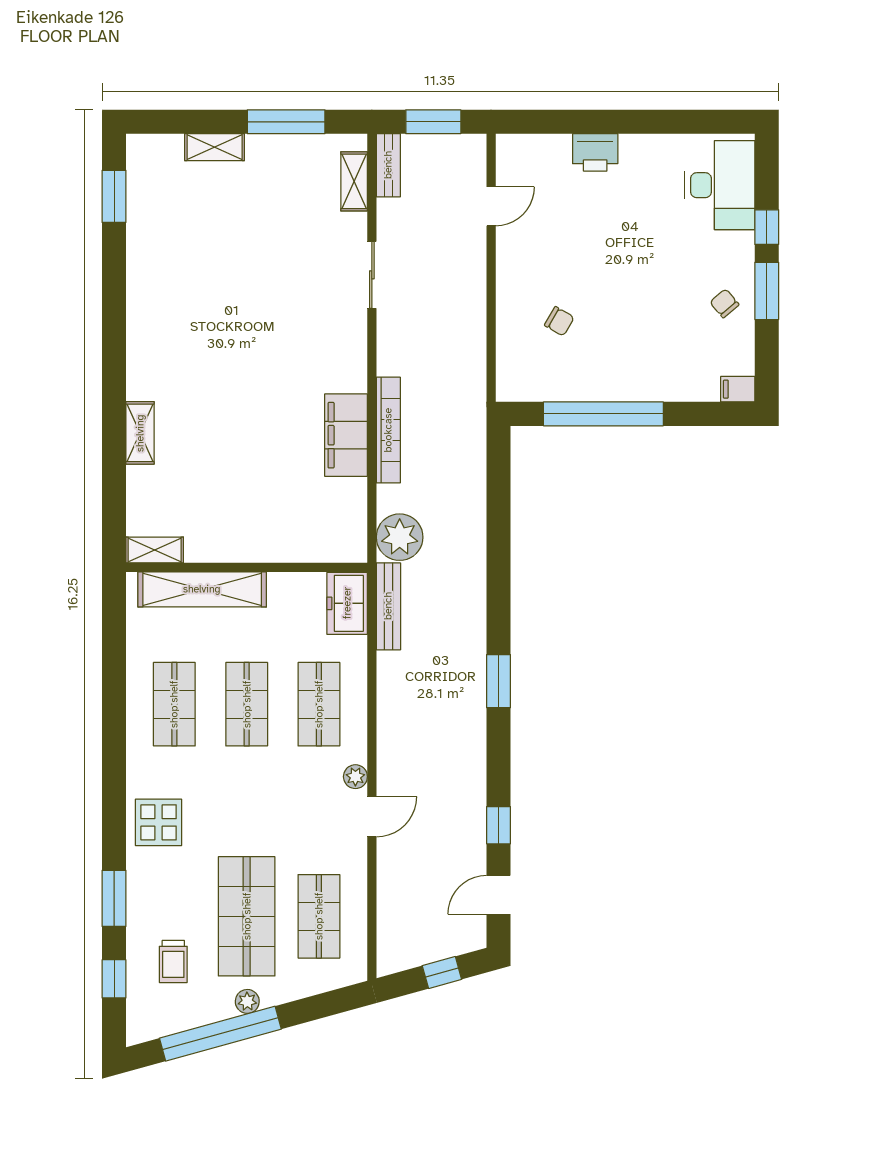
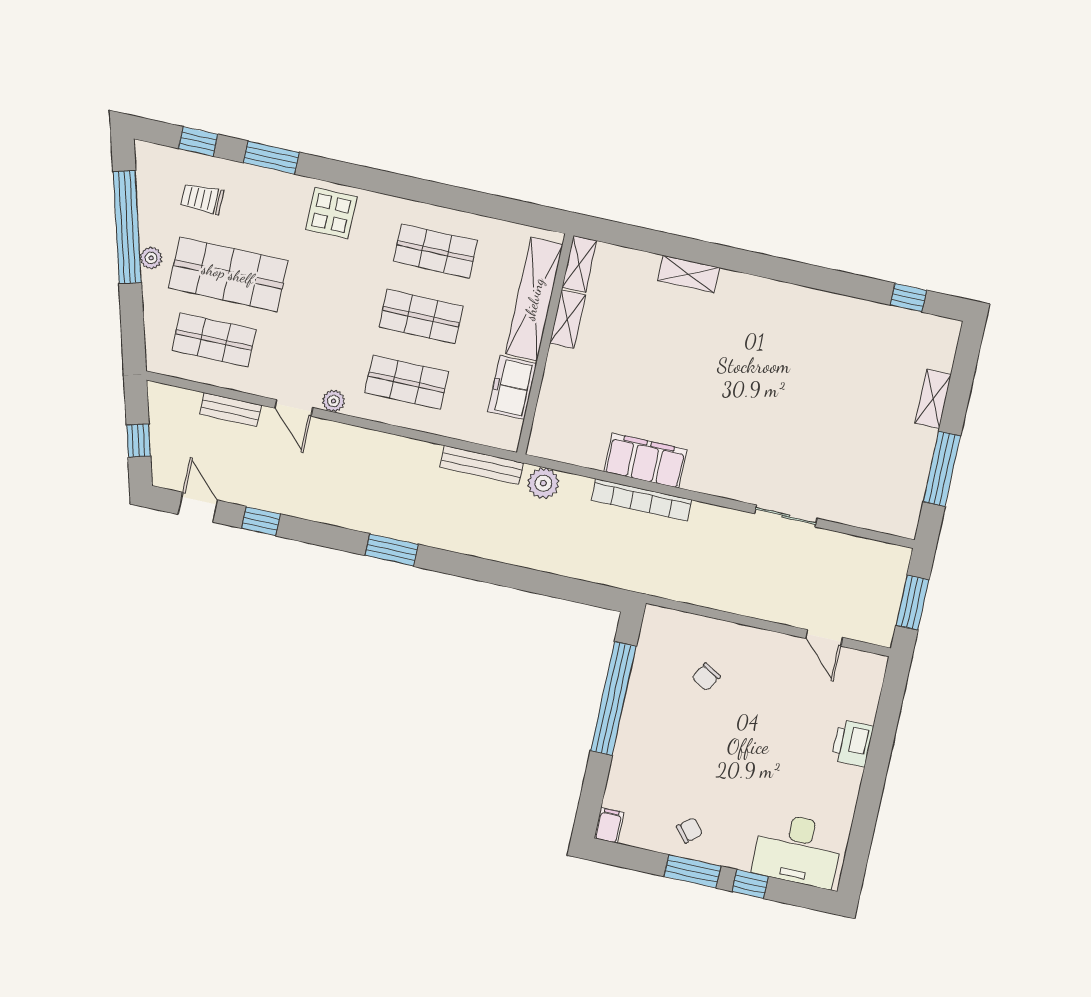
bench: (388, 165) -> (230, 410), moved
shelving: (354, 181) -> (568, 319), moved, turned 90
window: (114, 196) -> (908, 298), width x0.67
plant: (400, 537) -> (543, 483), width x0.73, depth x0.73
freezer: (347, 603) -> (512, 387), moved, turned -90

